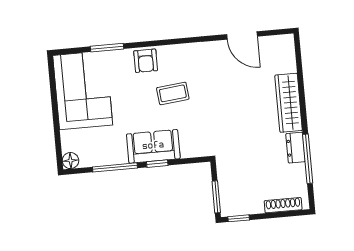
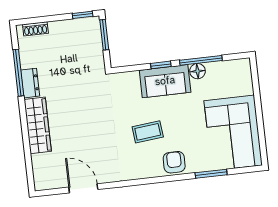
floor lamp: (70, 161) -> (198, 71), moved
shoe rack: (283, 205) -> (35, 29), width x0.70

